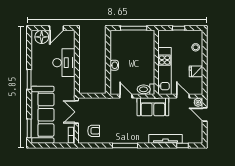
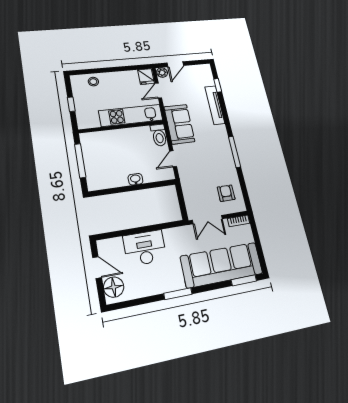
fridge: (196, 71) -> (146, 77), moved

